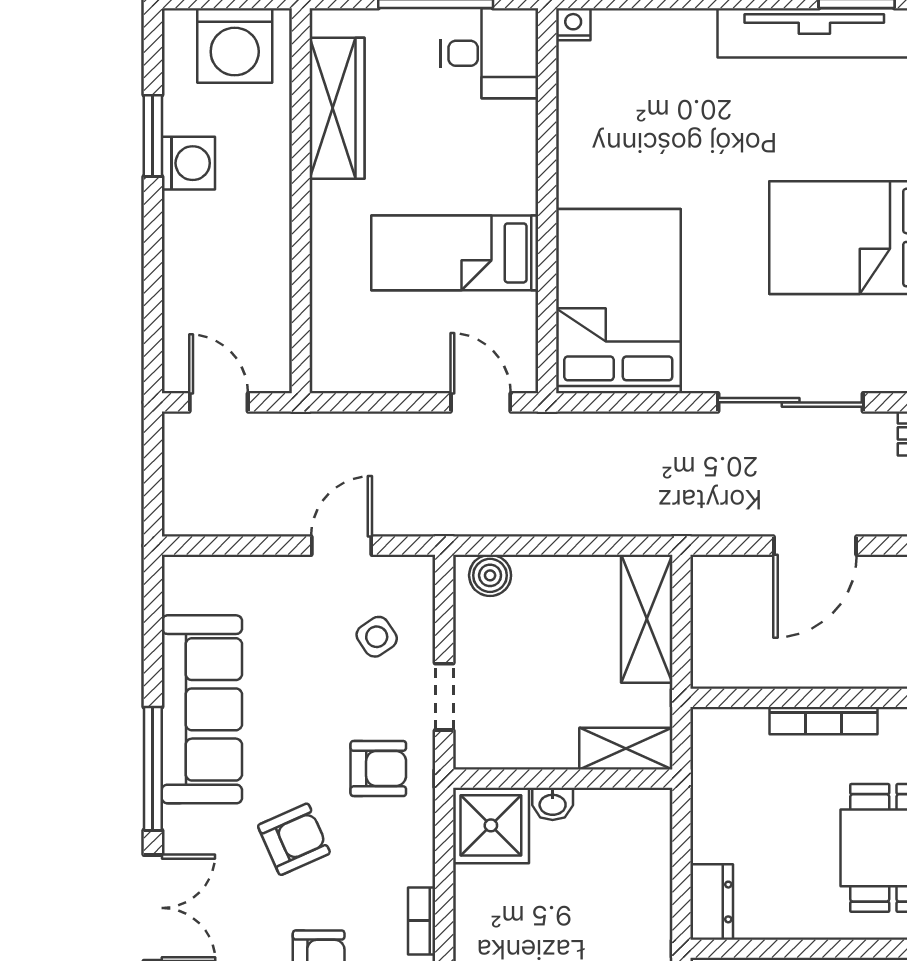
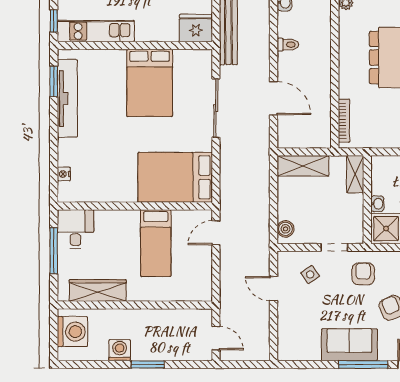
nightstand: (573, 24) -> (64, 174), moved
window: (153, 136) -> (148, 364), moved
door: (219, 402) -> (216, 338), swing flipped
sofa: (202, 709) -> (349, 345), width x0.73
bookcase: (824, 721) -> (344, 121), moved

